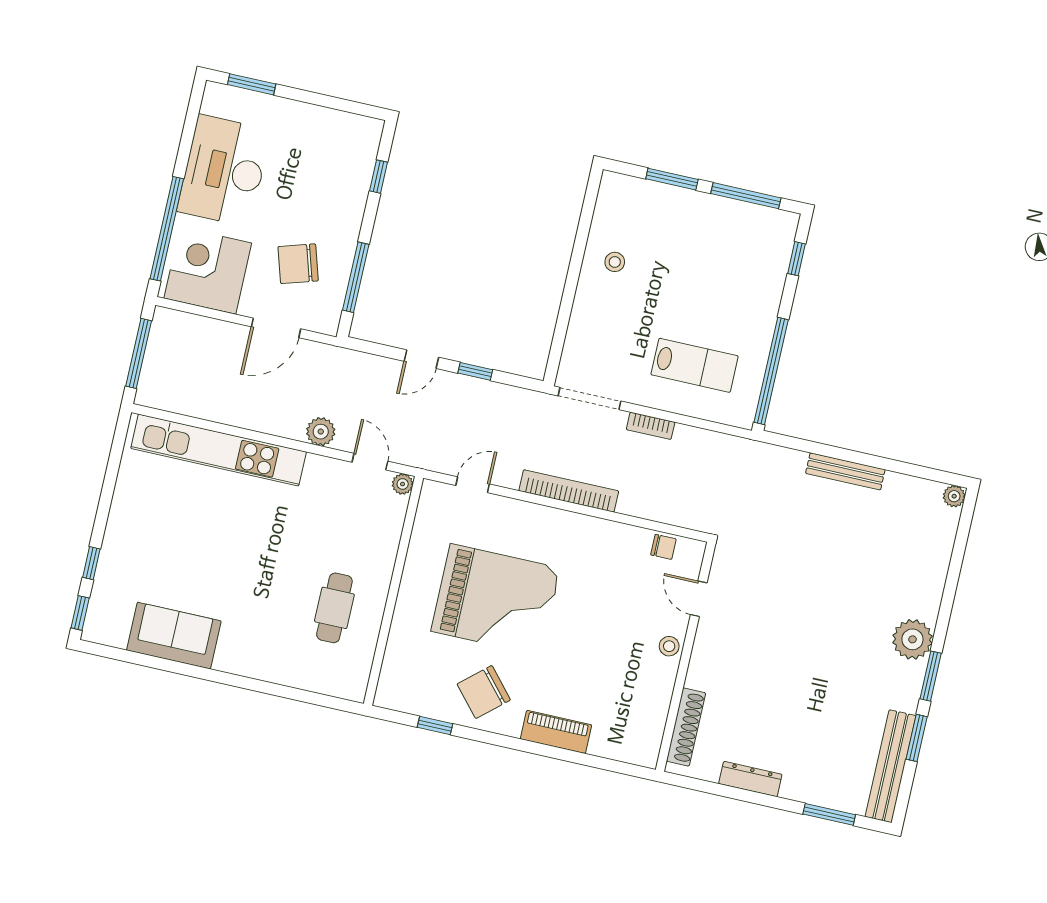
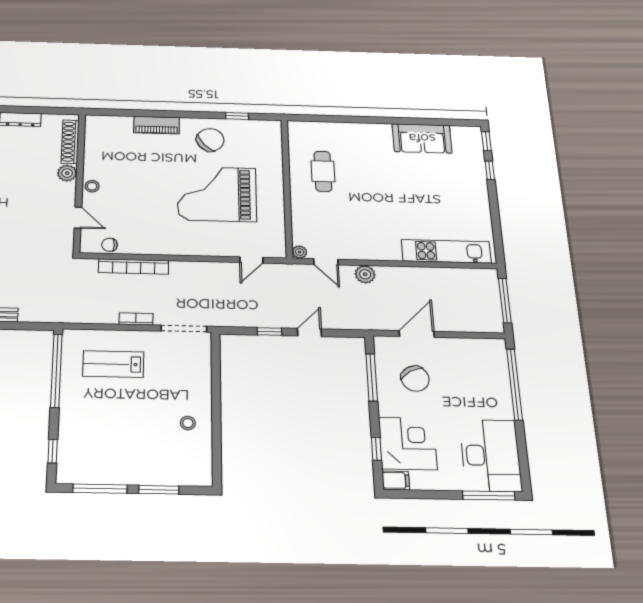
window: (252, 84) -> (489, 496), width x1.44
filing cabinet: (366, 129) -> (396, 480), added
desk: (224, 171) -> (491, 455), moved
chair: (298, 264) -> (415, 379), turned 77
corner desk: (208, 271) -> (408, 444), moved, turned -90
kitchen unit: (219, 450) -> (446, 251), width x0.73
bookcase: (569, 491) -> (134, 267), moved
plant: (700, 675) -> (67, 173), added

